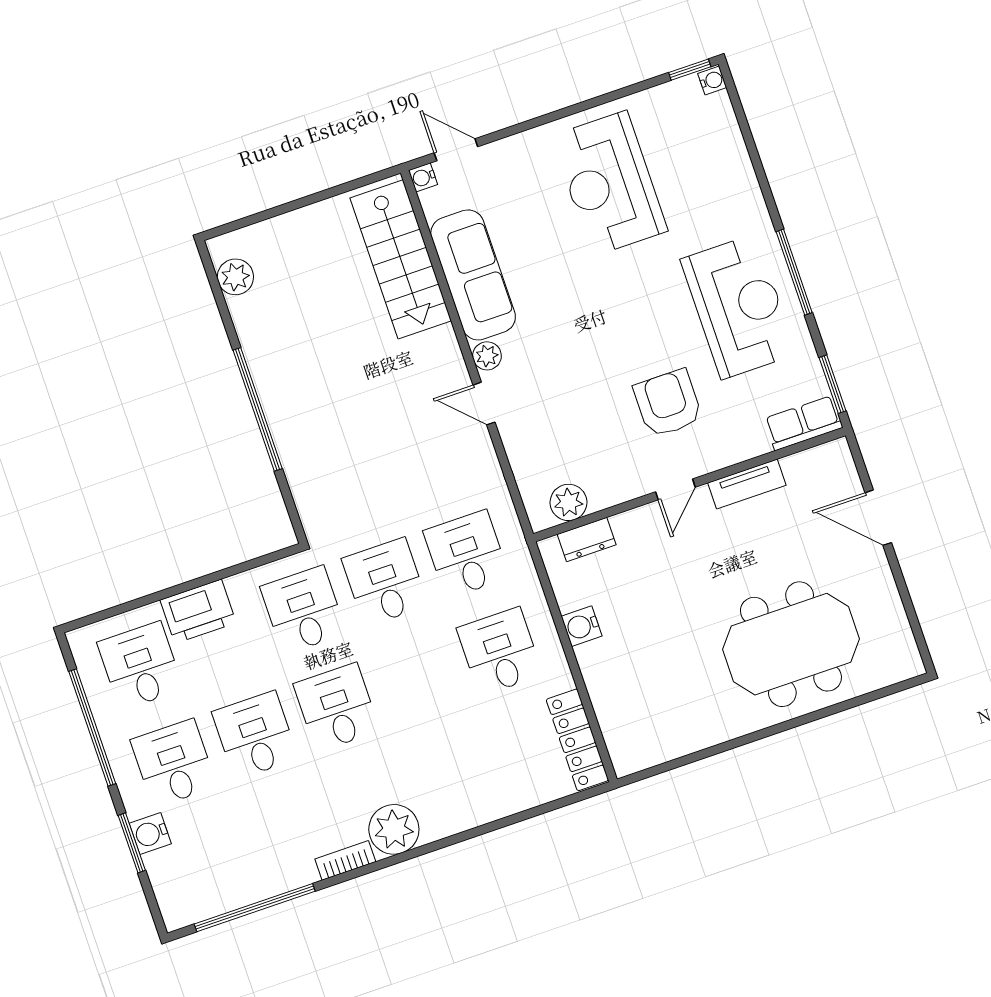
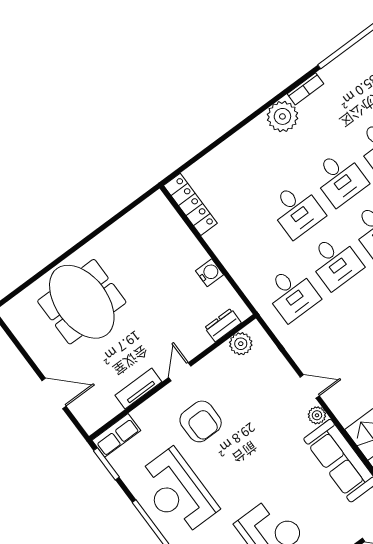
meeting table: (791, 644) -> (82, 302), turned 90
desk: (500, 652) -> (296, 210), moved

